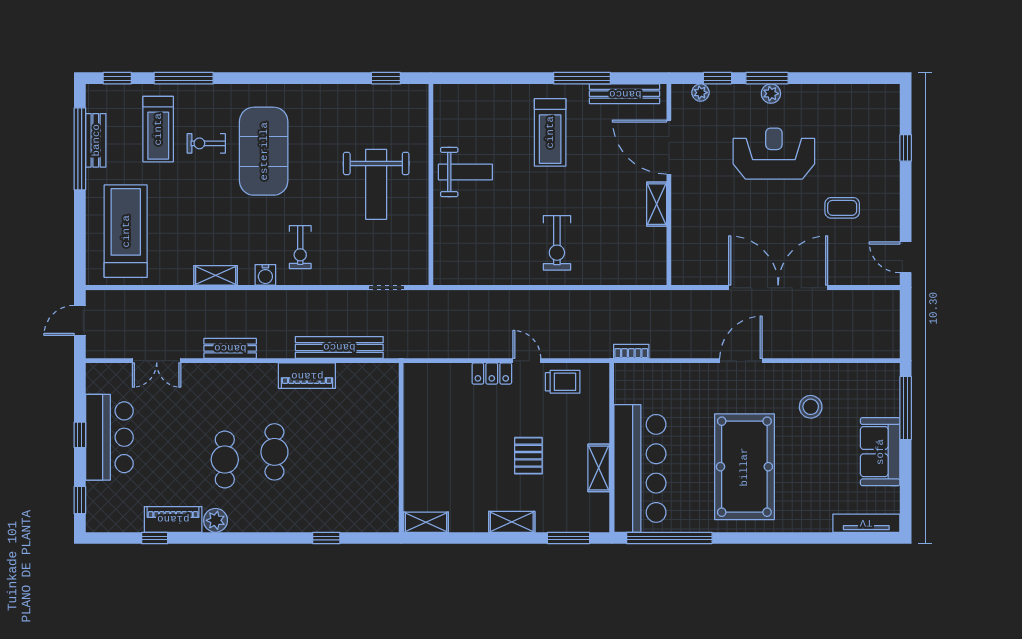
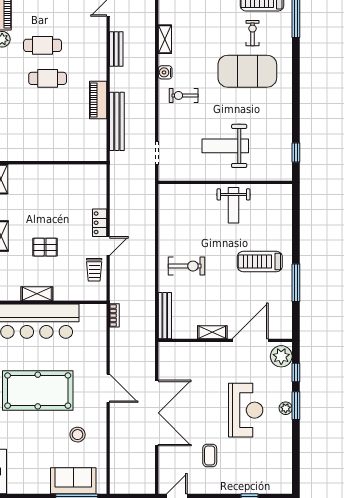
plant: (700, 93) -> (281, 356), width x1.88, depth x1.88
bench: (625, 94) -> (165, 316), moved
exercise bike: (557, 243) -> (186, 266), turned 180
sofa: (880, 452) -> (73, 481), moved

